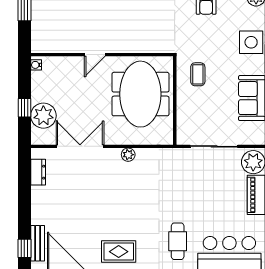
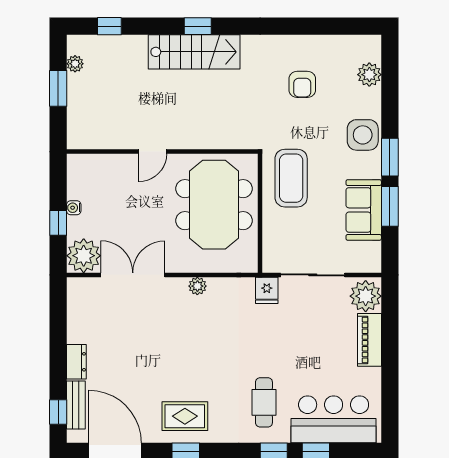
water cooler: (36, 65) -> (74, 208), moved
coffee table: (198, 74) -> (291, 178), width x1.86, depth x1.72
plant: (43, 116) -> (84, 256), moved
fridge: (180, 158) -> (267, 290), added
dresser: (38, 172) -> (76, 362), moved

